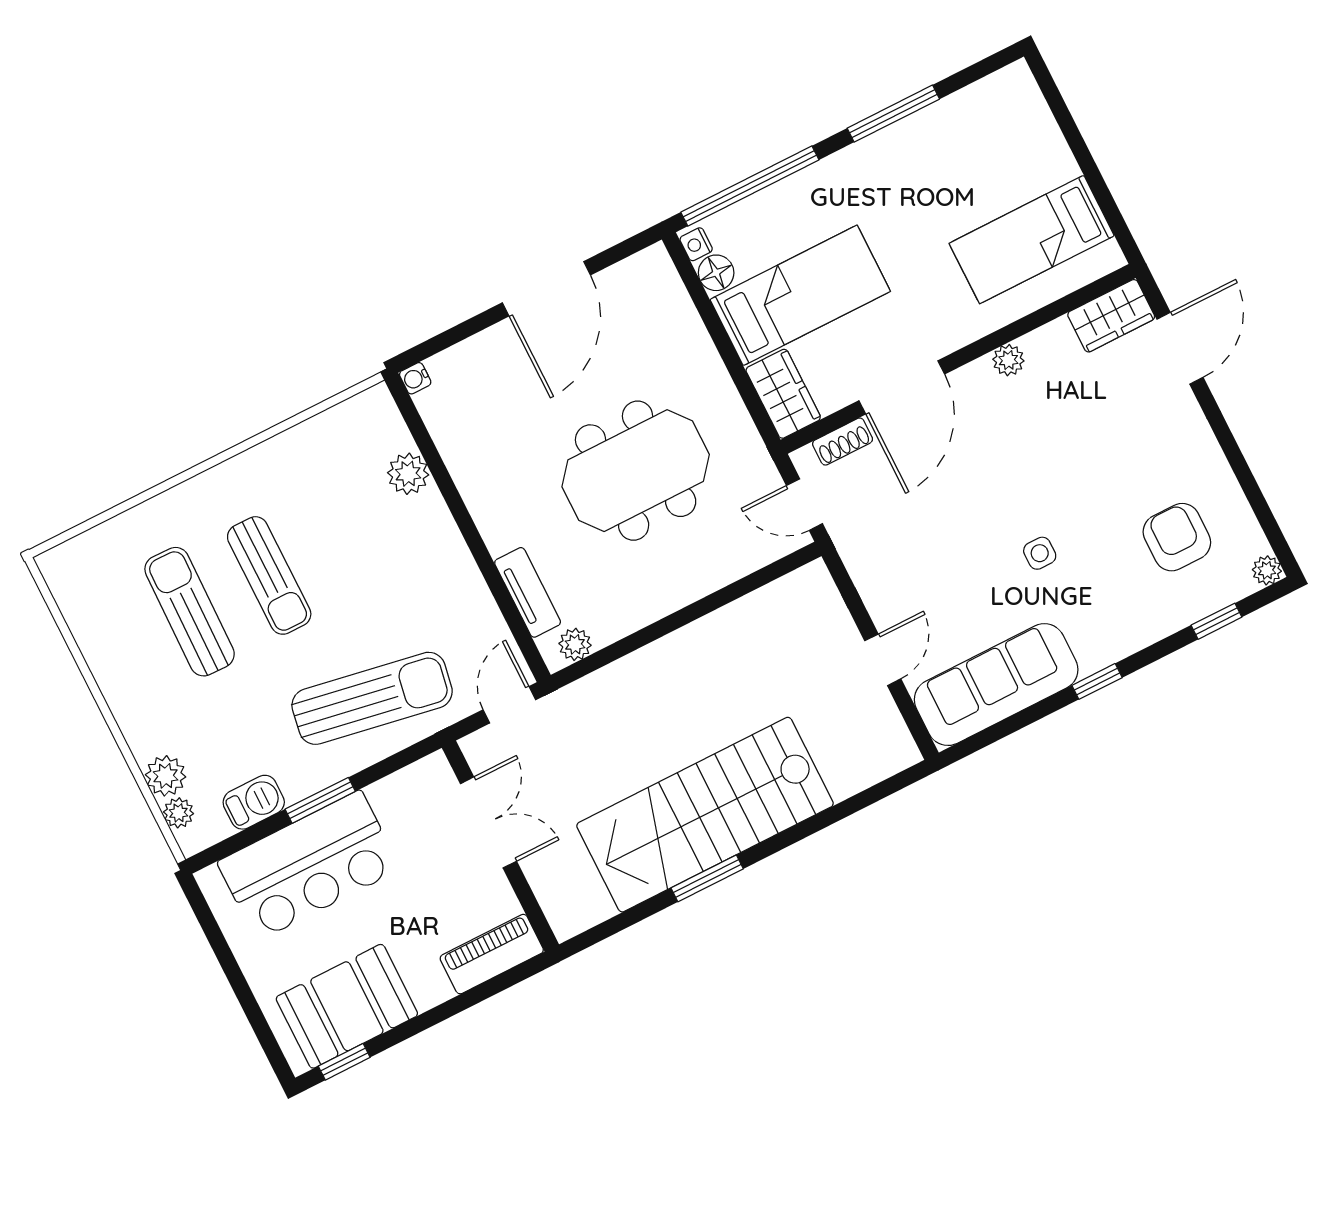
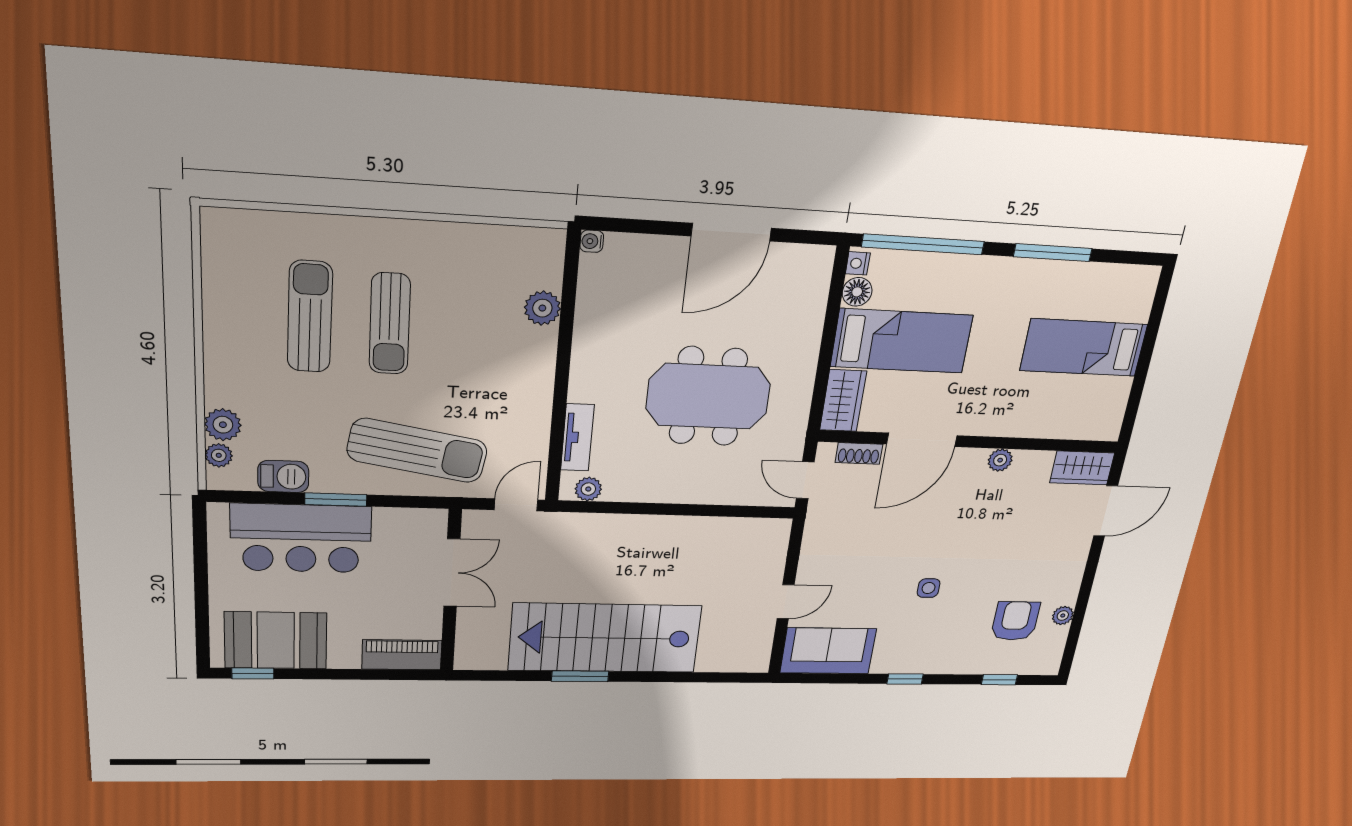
bed: (1032, 240) -> (1084, 347), moved
plant: (1267, 570) -> (1063, 616), moved
sofa: (996, 685) -> (828, 651), width x0.73

